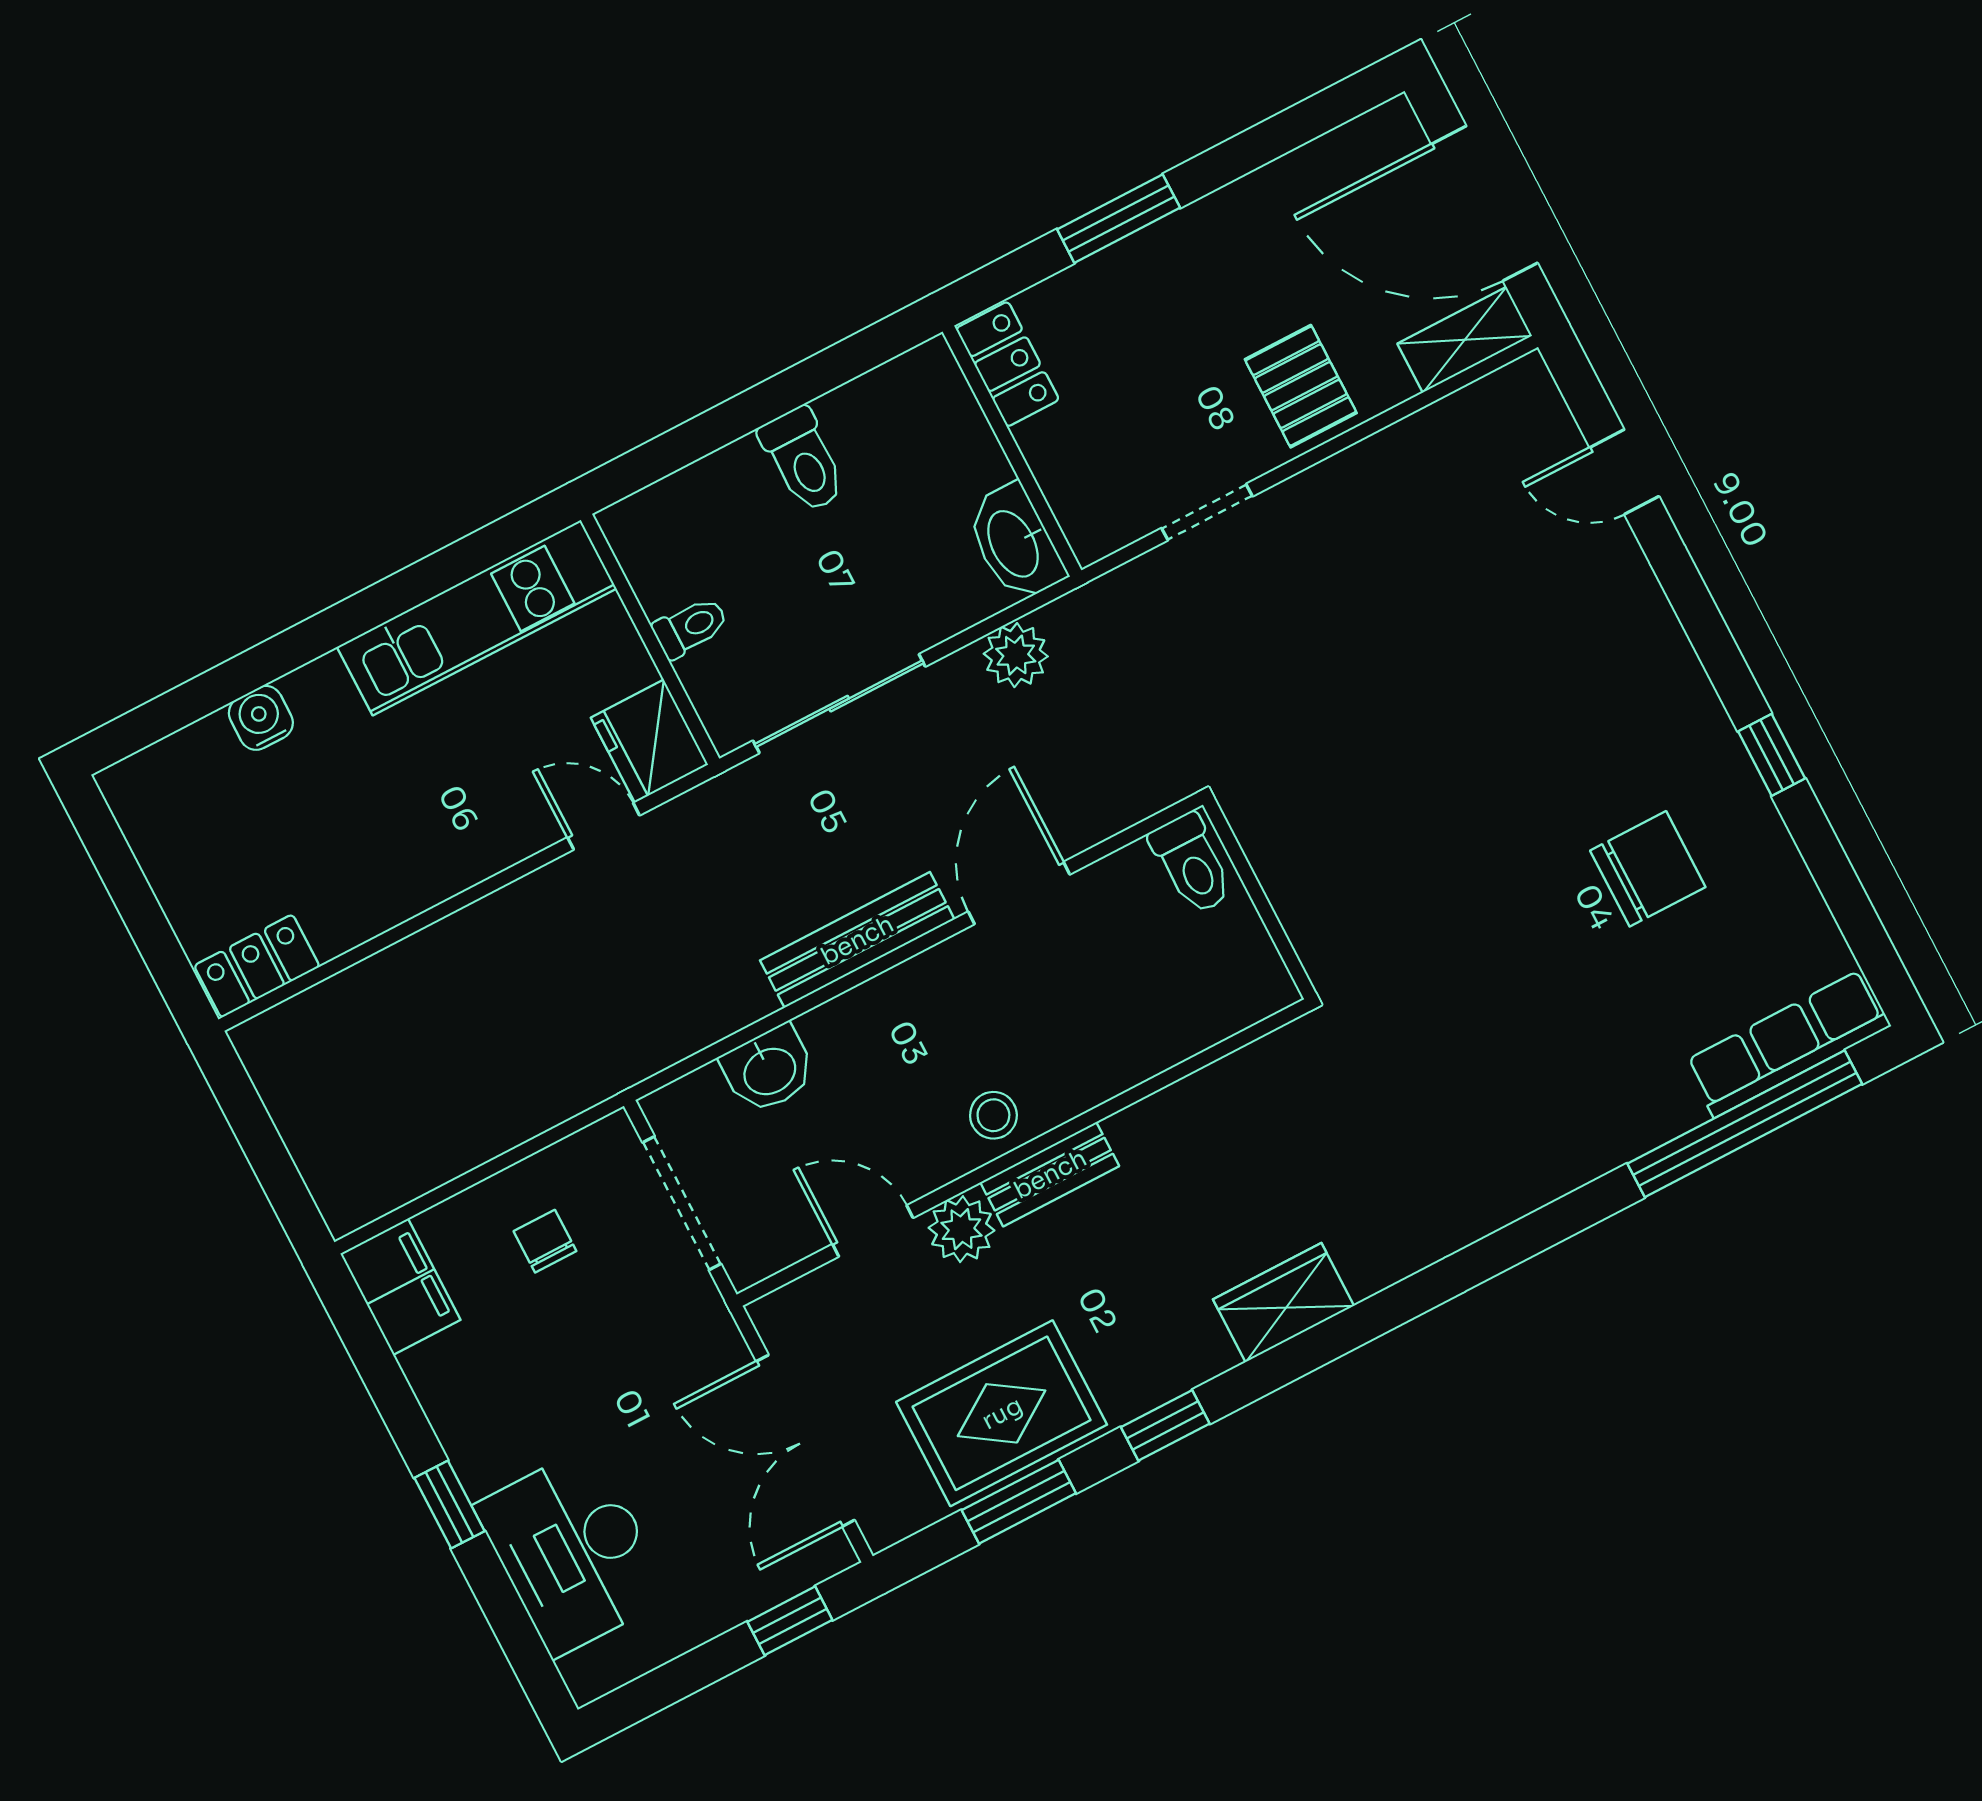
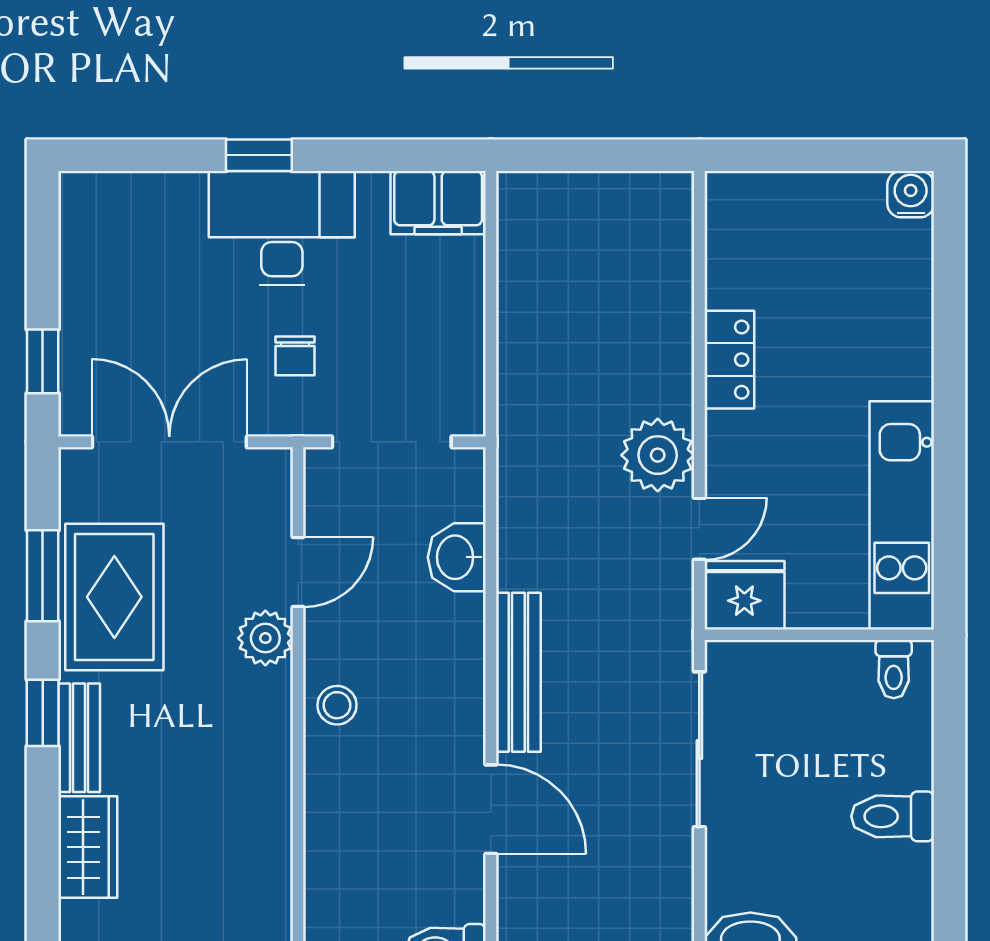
toilet: (690, 627) -> (894, 669), moved
plant: (1016, 655) -> (658, 455), moved, width x1.36, depth x1.36
water cooler: (261, 718) -> (911, 194), moved, turned -90
locker: (257, 966) -> (729, 360), moved
bench: (1050, 1174) -> (79, 738), moved
chair: (545, 1241) -> (295, 356), moved, turned 90
desk: (573, 1551) -> (282, 228), moved

